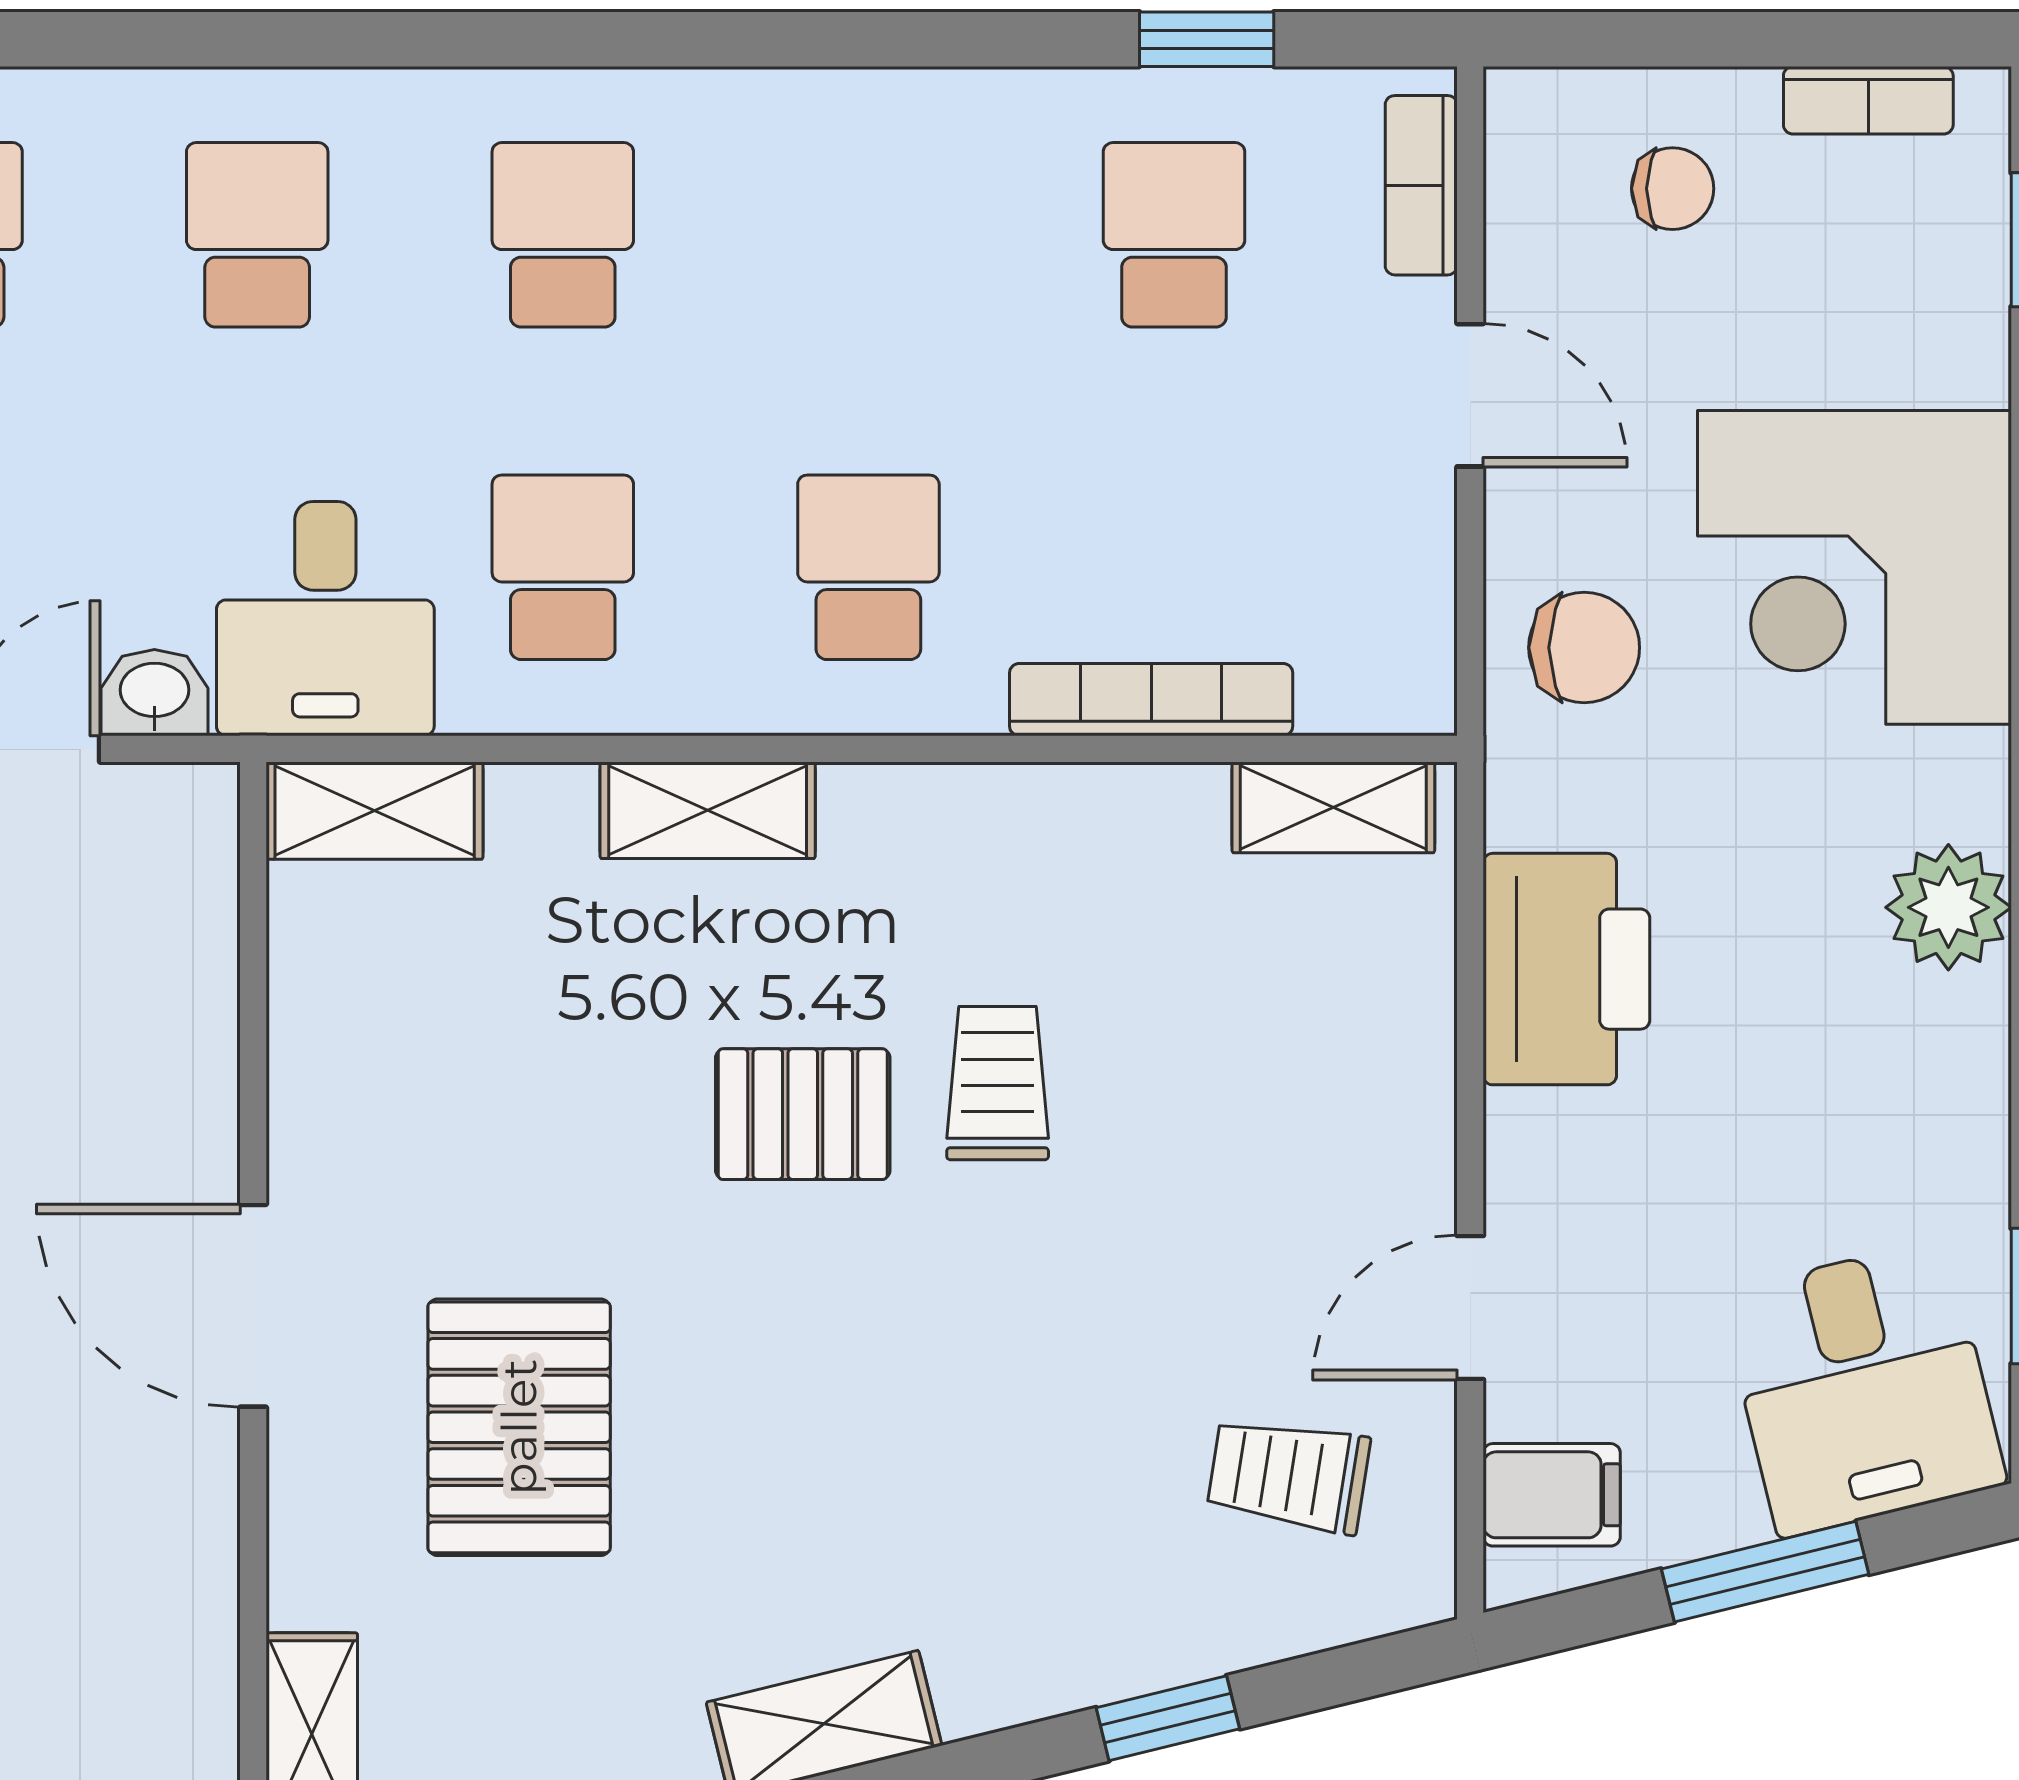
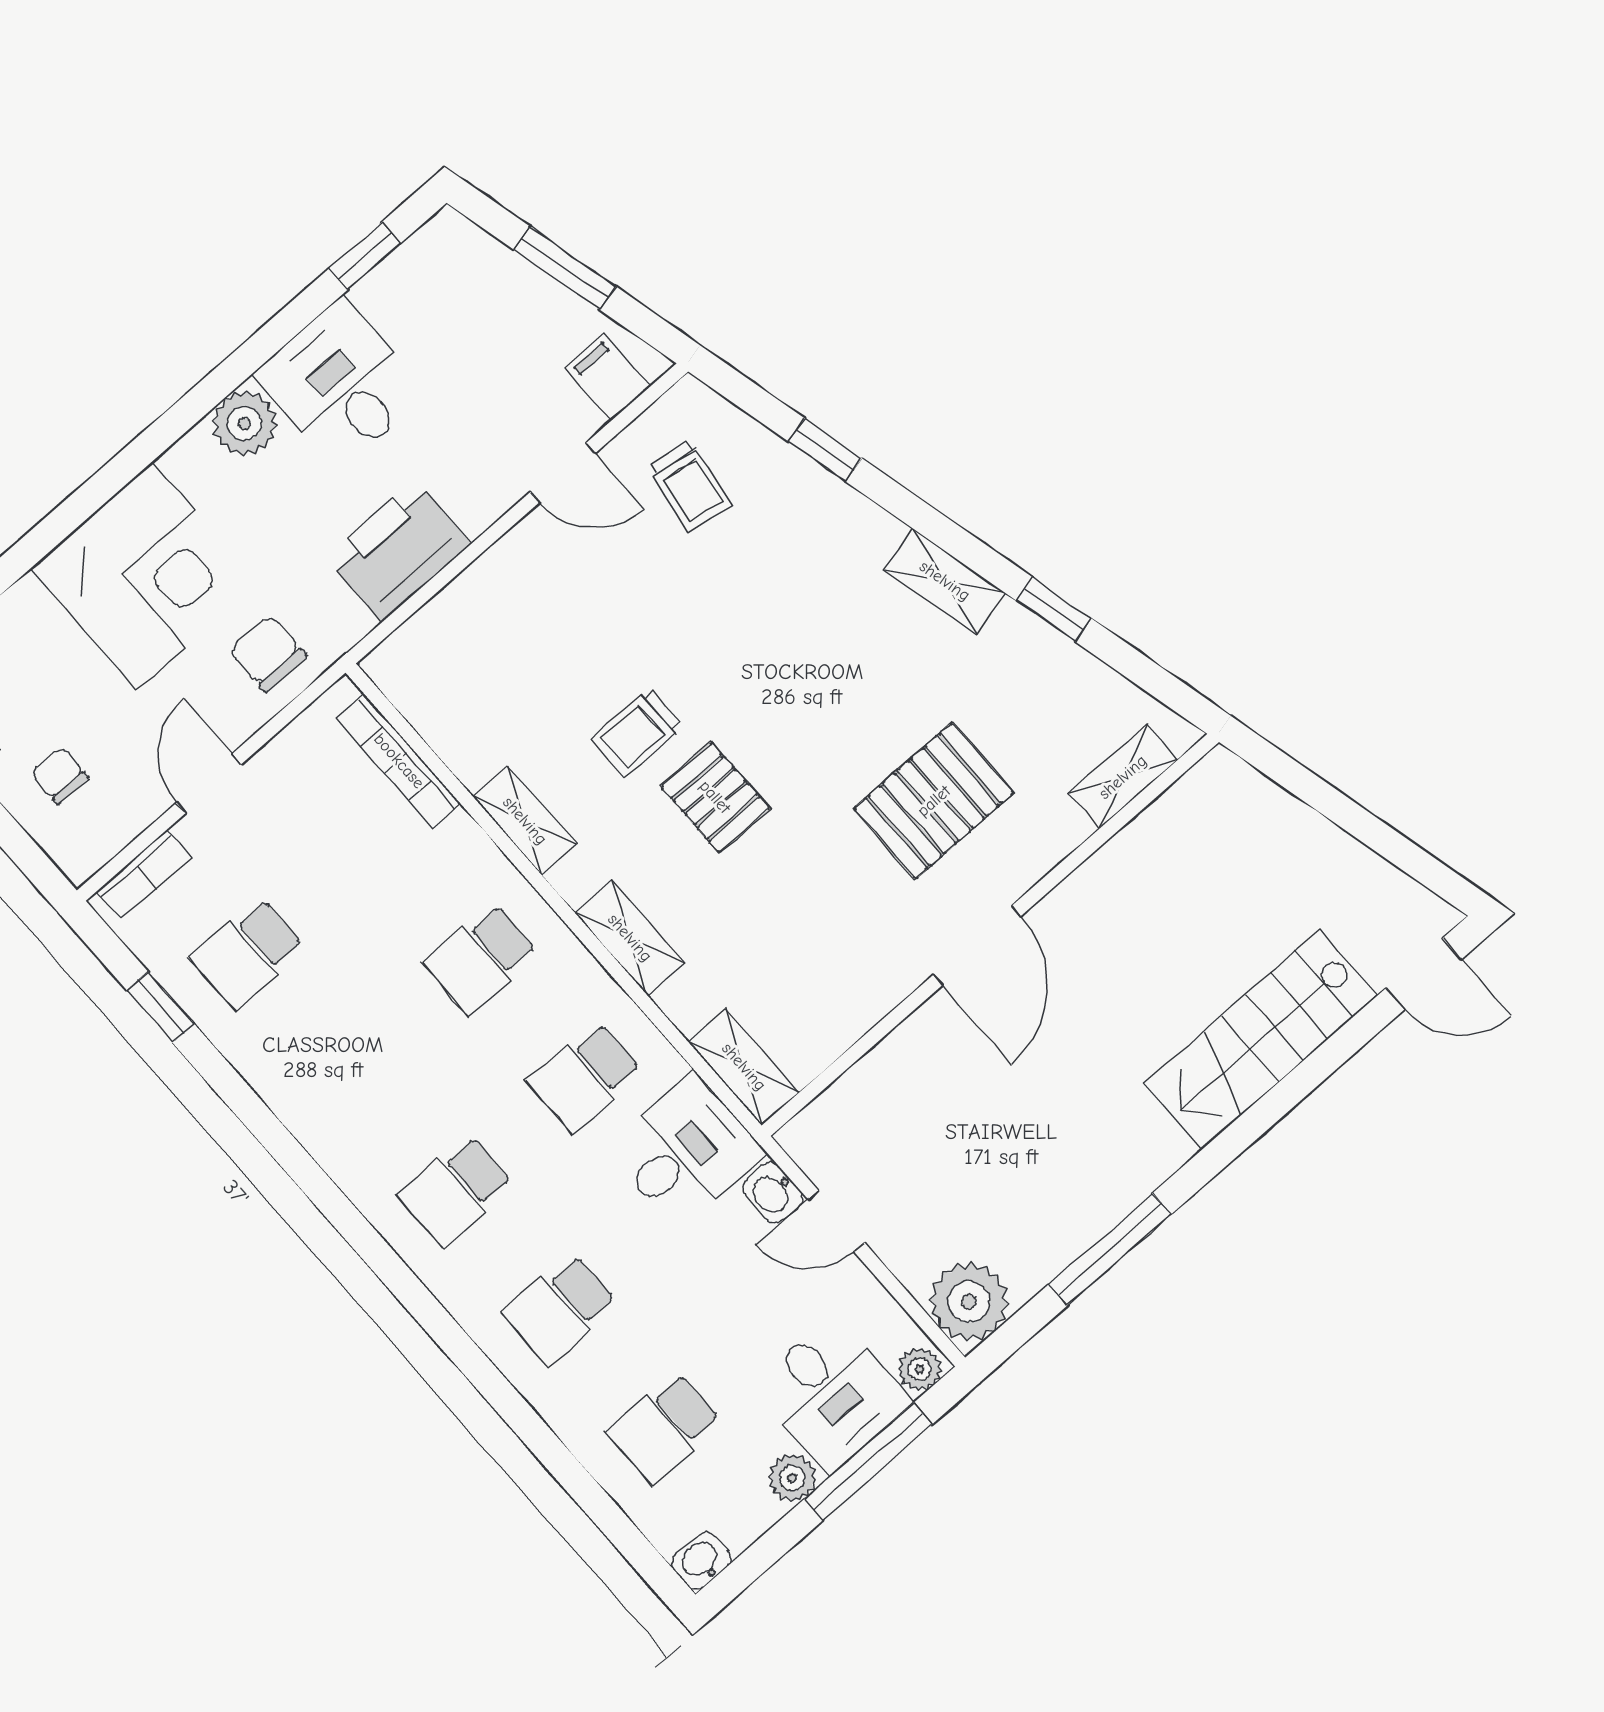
bookcase: (1151, 700) -> (399, 761), moved
shelving: (1333, 807) -> (525, 821), moved
desk: (1863, 1388) -> (340, 384), moved, turned -76

